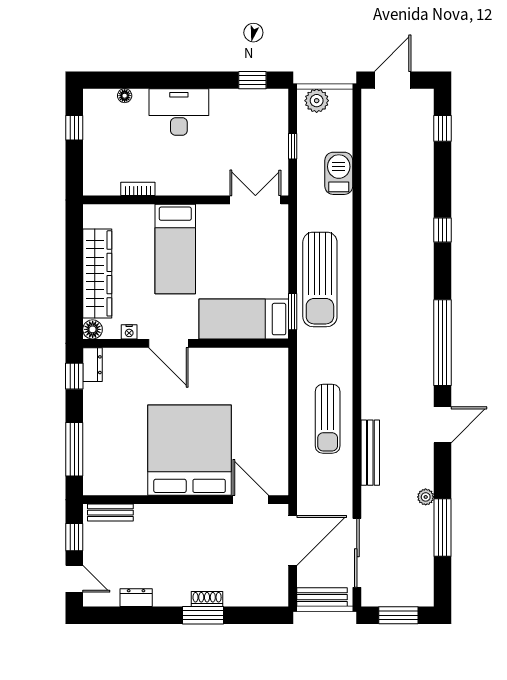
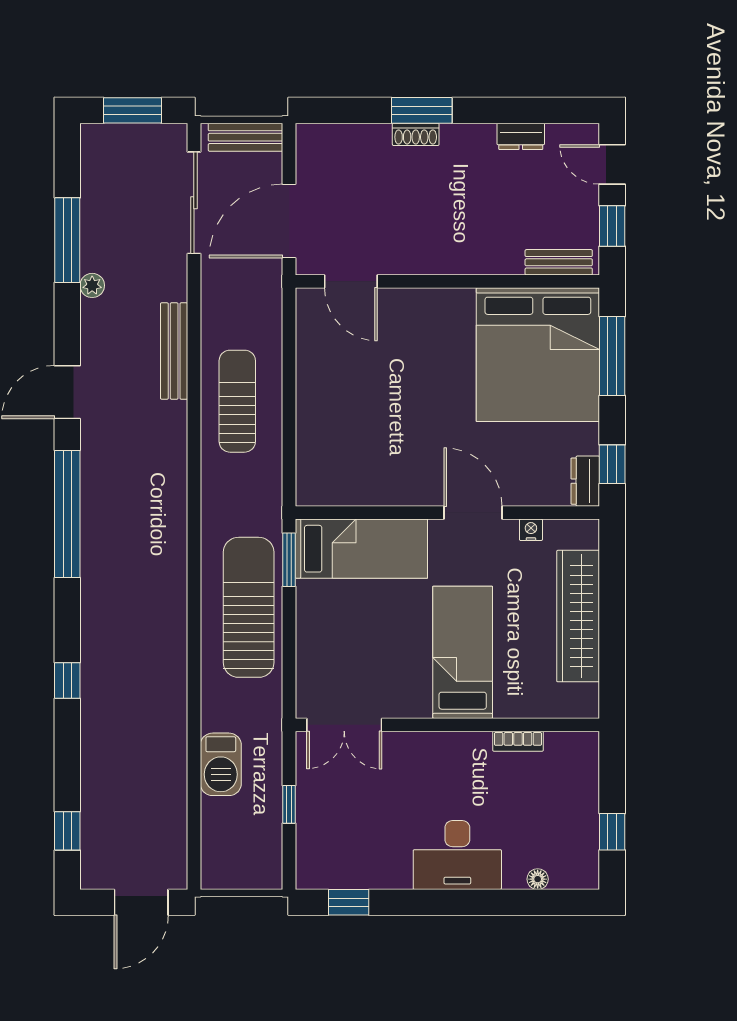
plant: (317, 101) -> (253, 872), removed
floor lamp: (93, 329) -> (585, 533), removed
bed: (190, 450) -> (538, 355), moved

